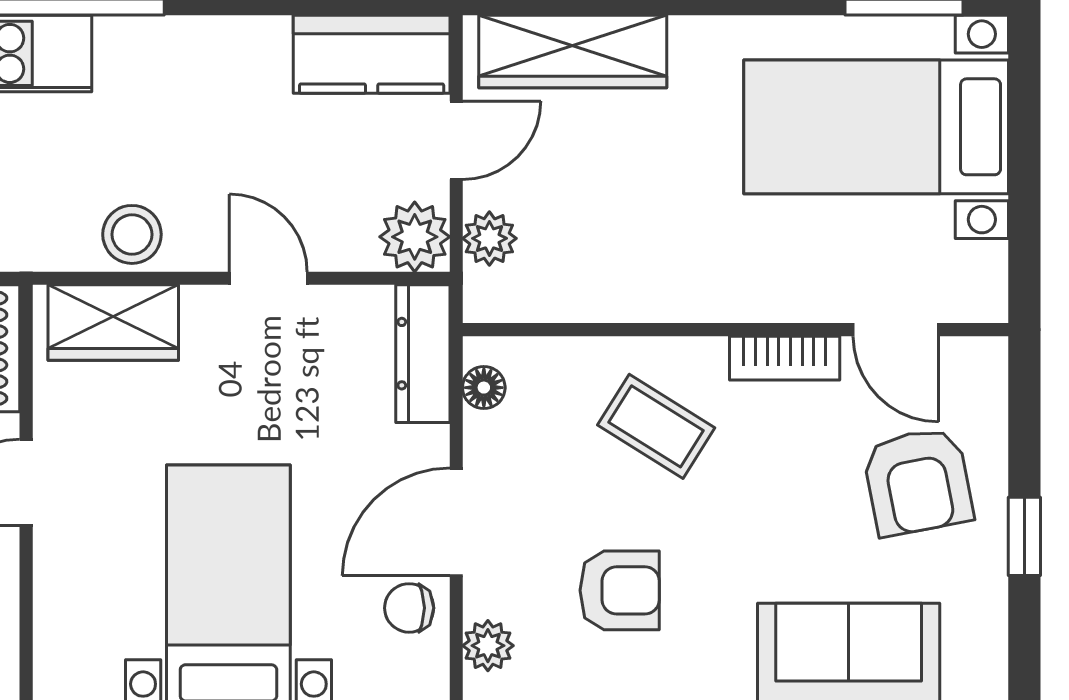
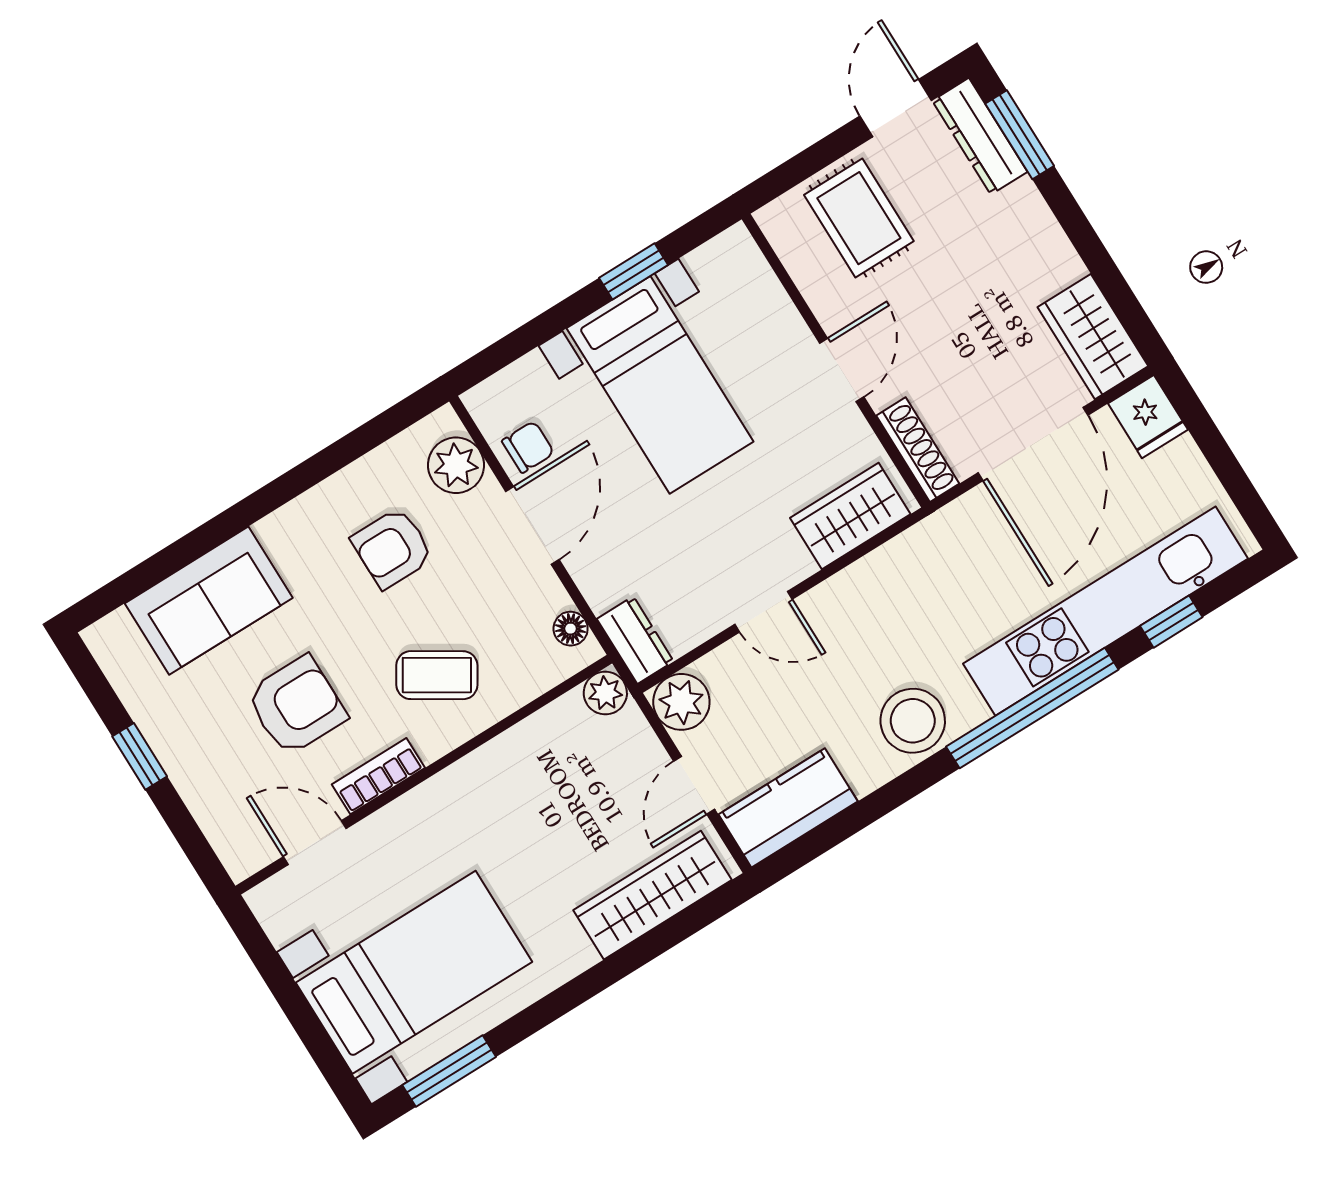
stool: (132, 234) -> (913, 721), moved, width x1.38, depth x1.38
plant: (489, 238) -> (605, 693), moved
dresser: (423, 354) -> (635, 640), width x0.70
armchair: (918, 482) -> (296, 706), moved, turned 101
plant: (488, 646) -> (456, 465), width x1.38, depth x1.38

